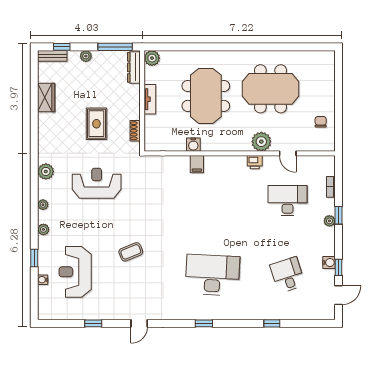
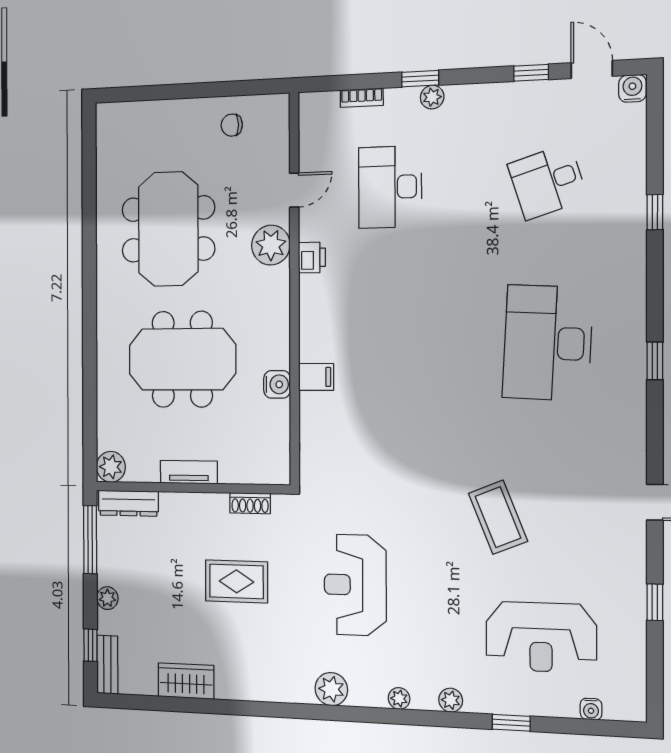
coffee table: (131, 252) -> (498, 517), width x1.36, depth x1.30
water cooler: (329, 263) -> (632, 88), moved
water cooler: (43, 280) -> (591, 709), moved

